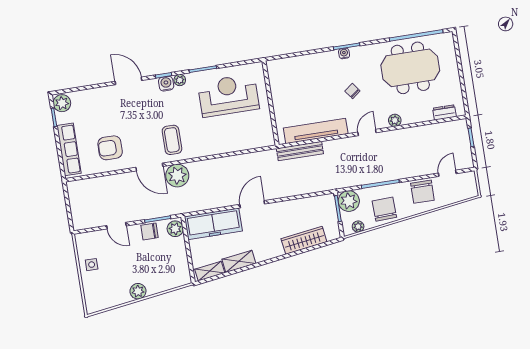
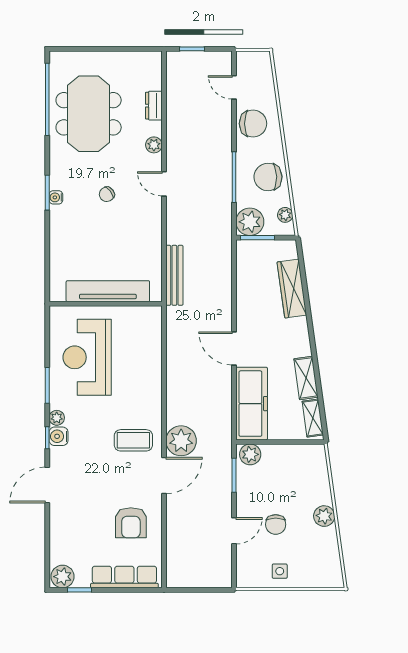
dresser: (444, 112) -> (154, 106), moved
tv unit: (316, 131) -> (108, 291), moved, turned 90
chair: (150, 231) -> (276, 524), moved

